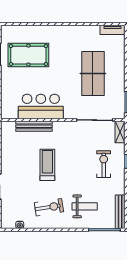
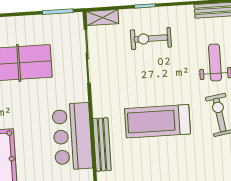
treadmill: (47, 165) -> (158, 121), width x1.37, depth x1.38

